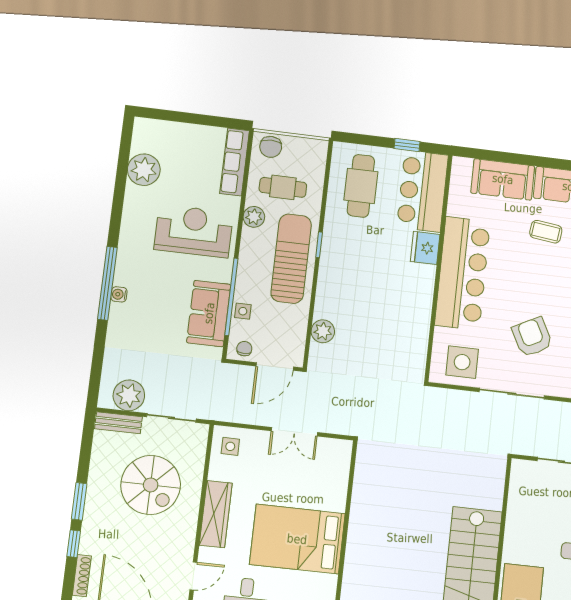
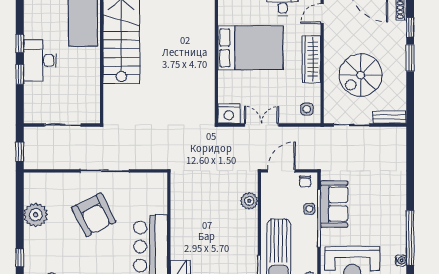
window: (107, 283) -> (410, 238), moved
water cooler: (119, 294) -> (401, 260), moved
armchair: (532, 337) -> (94, 215), width x1.36, depth x1.36
side table: (462, 362) -> (144, 190), removed
plant: (129, 395) -> (384, 138), removed
nightstand: (337, 452) -> (229, 114), added
spiral stairs: (151, 485) -> (361, 75), turned -90

